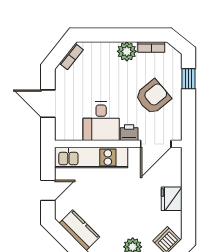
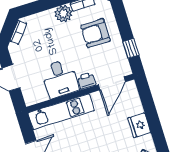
window: (188, 79) -> (131, 48), moved
armchair: (153, 97) -> (95, 33), moved, turned -140

